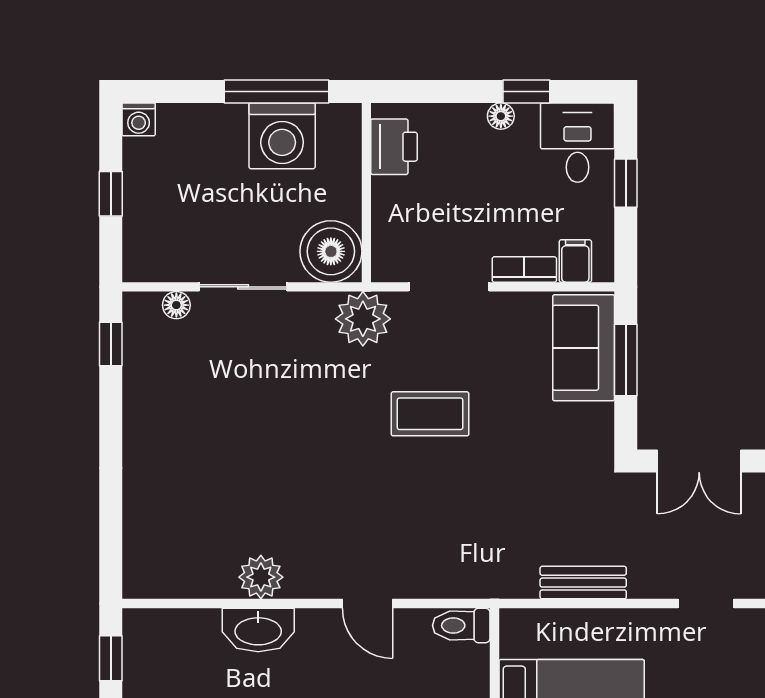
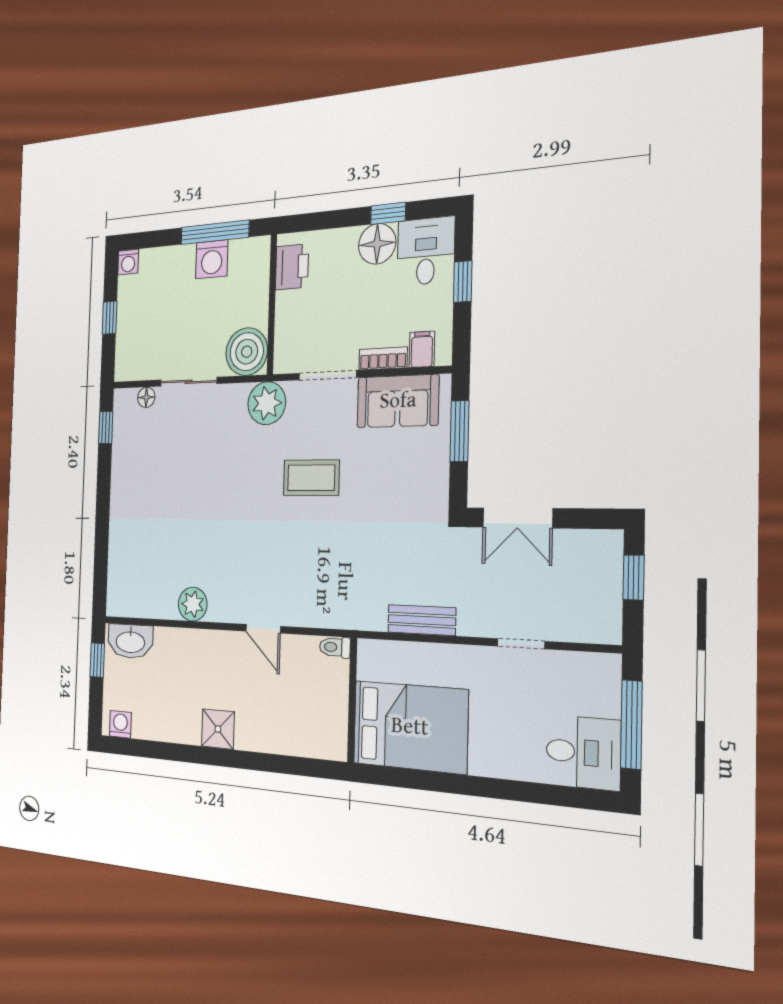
floor lamp: (501, 116) -> (377, 244), width x1.89, depth x1.89
washing machine: (282, 136) -> (212, 259), width x0.73, depth x0.73
sofa: (584, 348) -> (398, 401), moved, turned -90
toilet: (461, 625) -> (335, 647), width x0.73, depth x0.72
washbasin: (258, 630) -> (130, 641), moved

